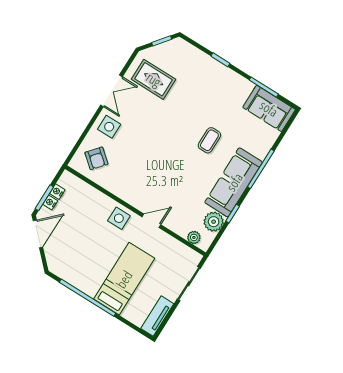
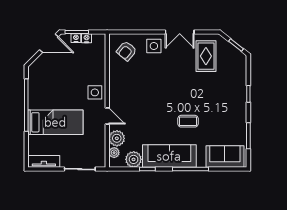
sofa: (269, 108) -> (225, 157), moved, turned 90
plant: (181, 225) -> (117, 138), added

